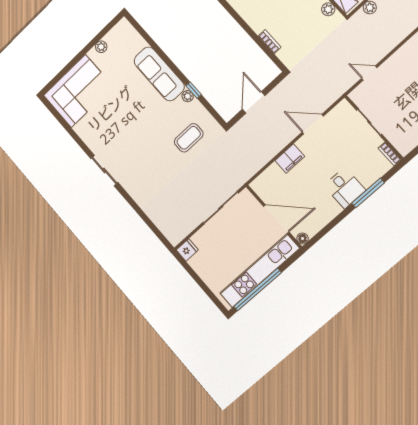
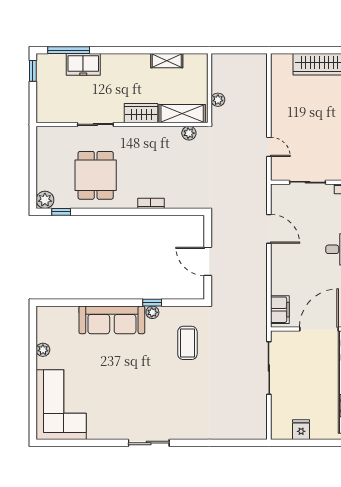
bookcase: (270, 42) -> (151, 203), moved
door: (369, 73) -> (269, 147), swing flipped
door: (313, 124) -> (269, 229), swing flipped
filing cabinet: (290, 159) -> (280, 310), moved
fridge: (187, 250) -> (301, 430), moved

